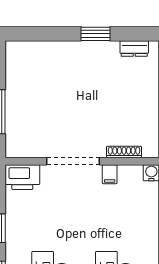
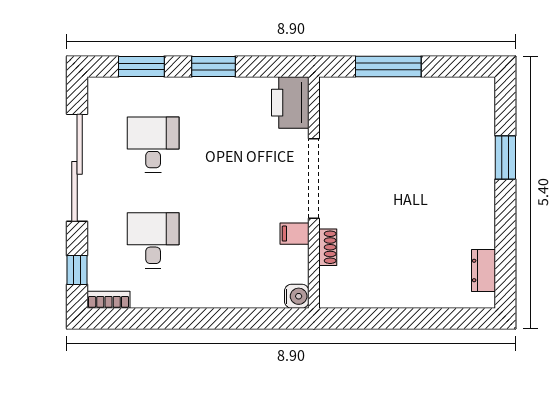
window: (96, 34) -> (505, 157), moved
shoe rack: (124, 152) -> (328, 247), width x0.70

